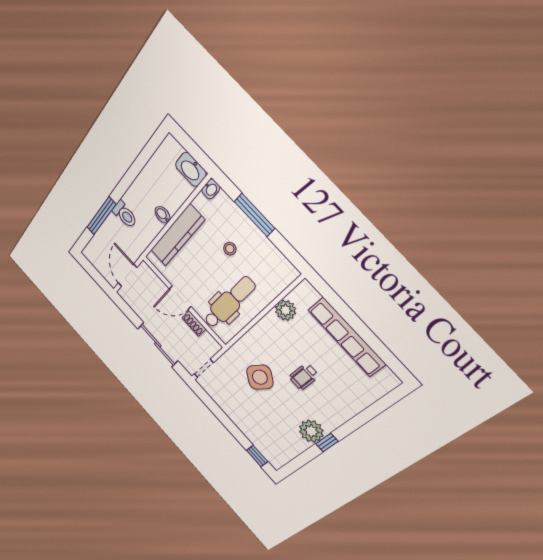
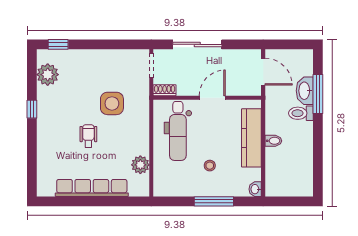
washbasin: (191, 169) -> (305, 91), moved, turned -90
shoe rack: (194, 323) -> (165, 90), moved
side table: (260, 377) -> (112, 103), turned -33
plant: (311, 431) -> (48, 75), moved

